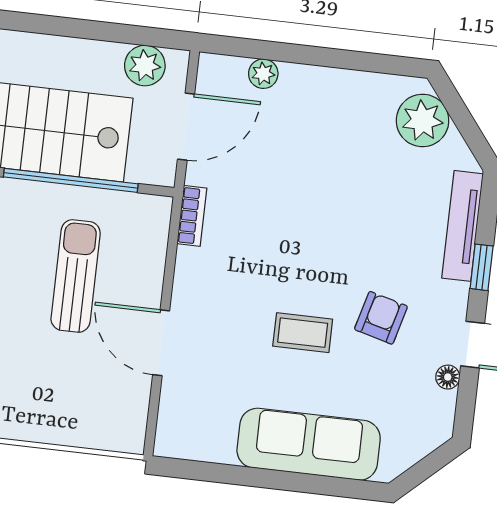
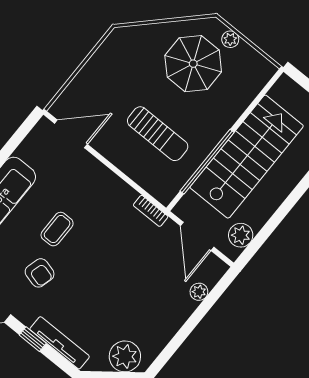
door: (161, 343) -> (71, 134), moved

